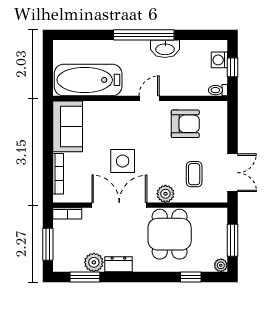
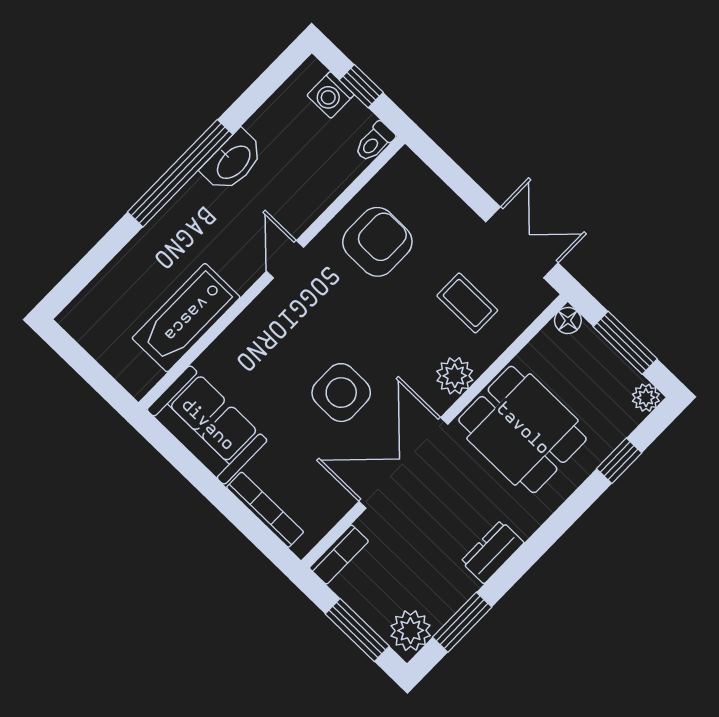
bathtub: (88, 80) -> (186, 318), width x0.73, depth x0.73
floor lamp: (221, 214) -> (568, 320), added
plant: (94, 262) -> (411, 631), moved

